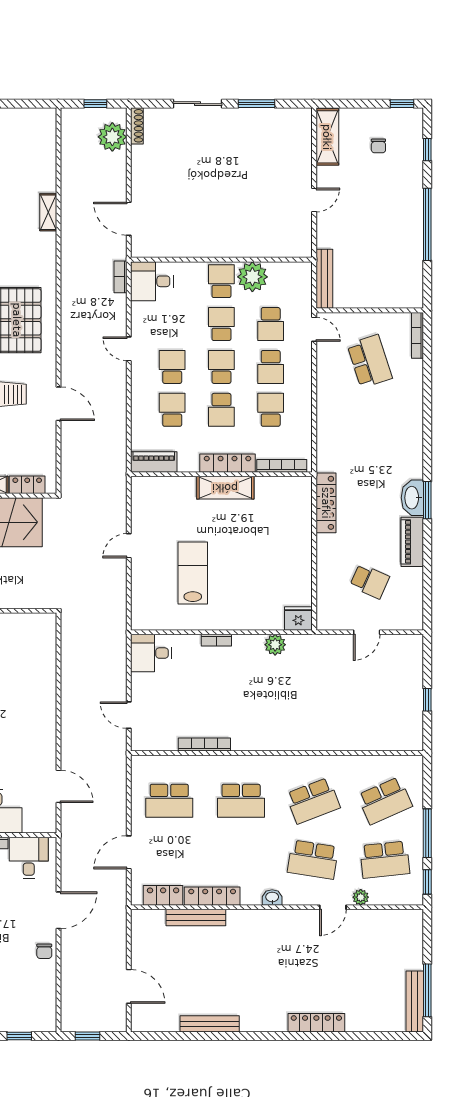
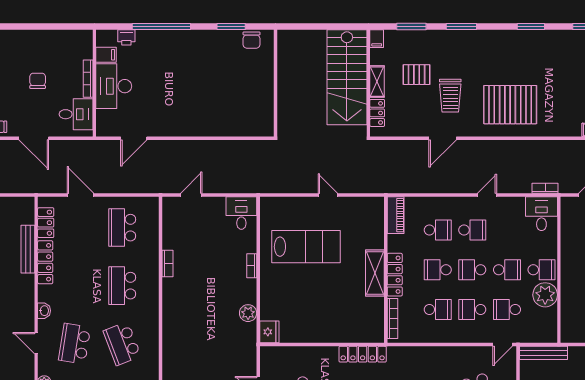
school desk: (221, 367) -> (472, 270), turned 180
lab bench: (193, 573) -> (306, 247), width x1.36, depth x1.39
bookcase: (204, 745) -> (168, 264), width x0.64
door: (333, 907) -> (36, 343), moved

